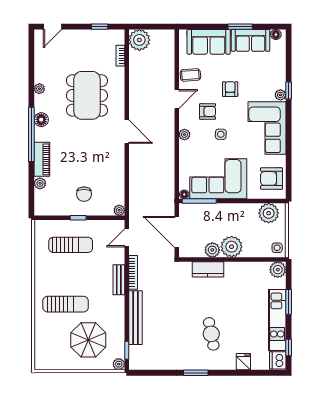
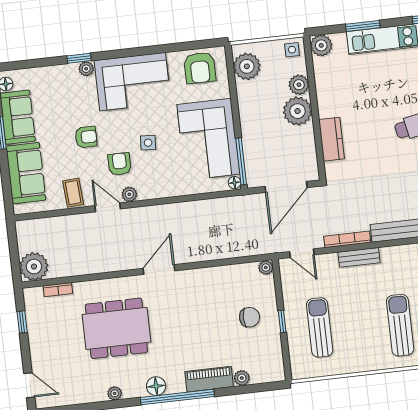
armchair: (230, 89) -> (86, 137), turned 180
plant: (184, 135) -> (129, 194), moved
plant: (212, 250) -> (299, 85), moved

